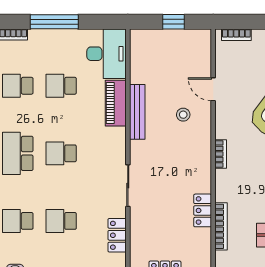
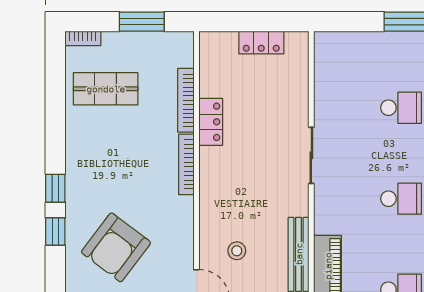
bookcase: (221, 154) -> (186, 164), moved, width x1.56
locker: (117, 235) -> (326, 88), removed

